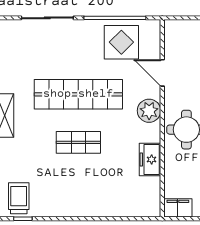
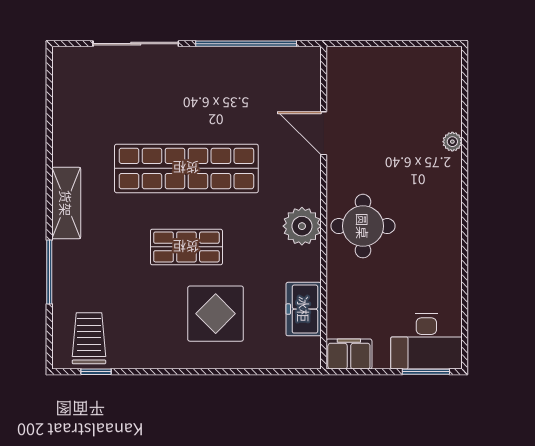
display table: (121, 42) -> (216, 314), moved
plant: (149, 111) -> (302, 226), moved
freezer: (150, 159) -> (304, 309), moved

